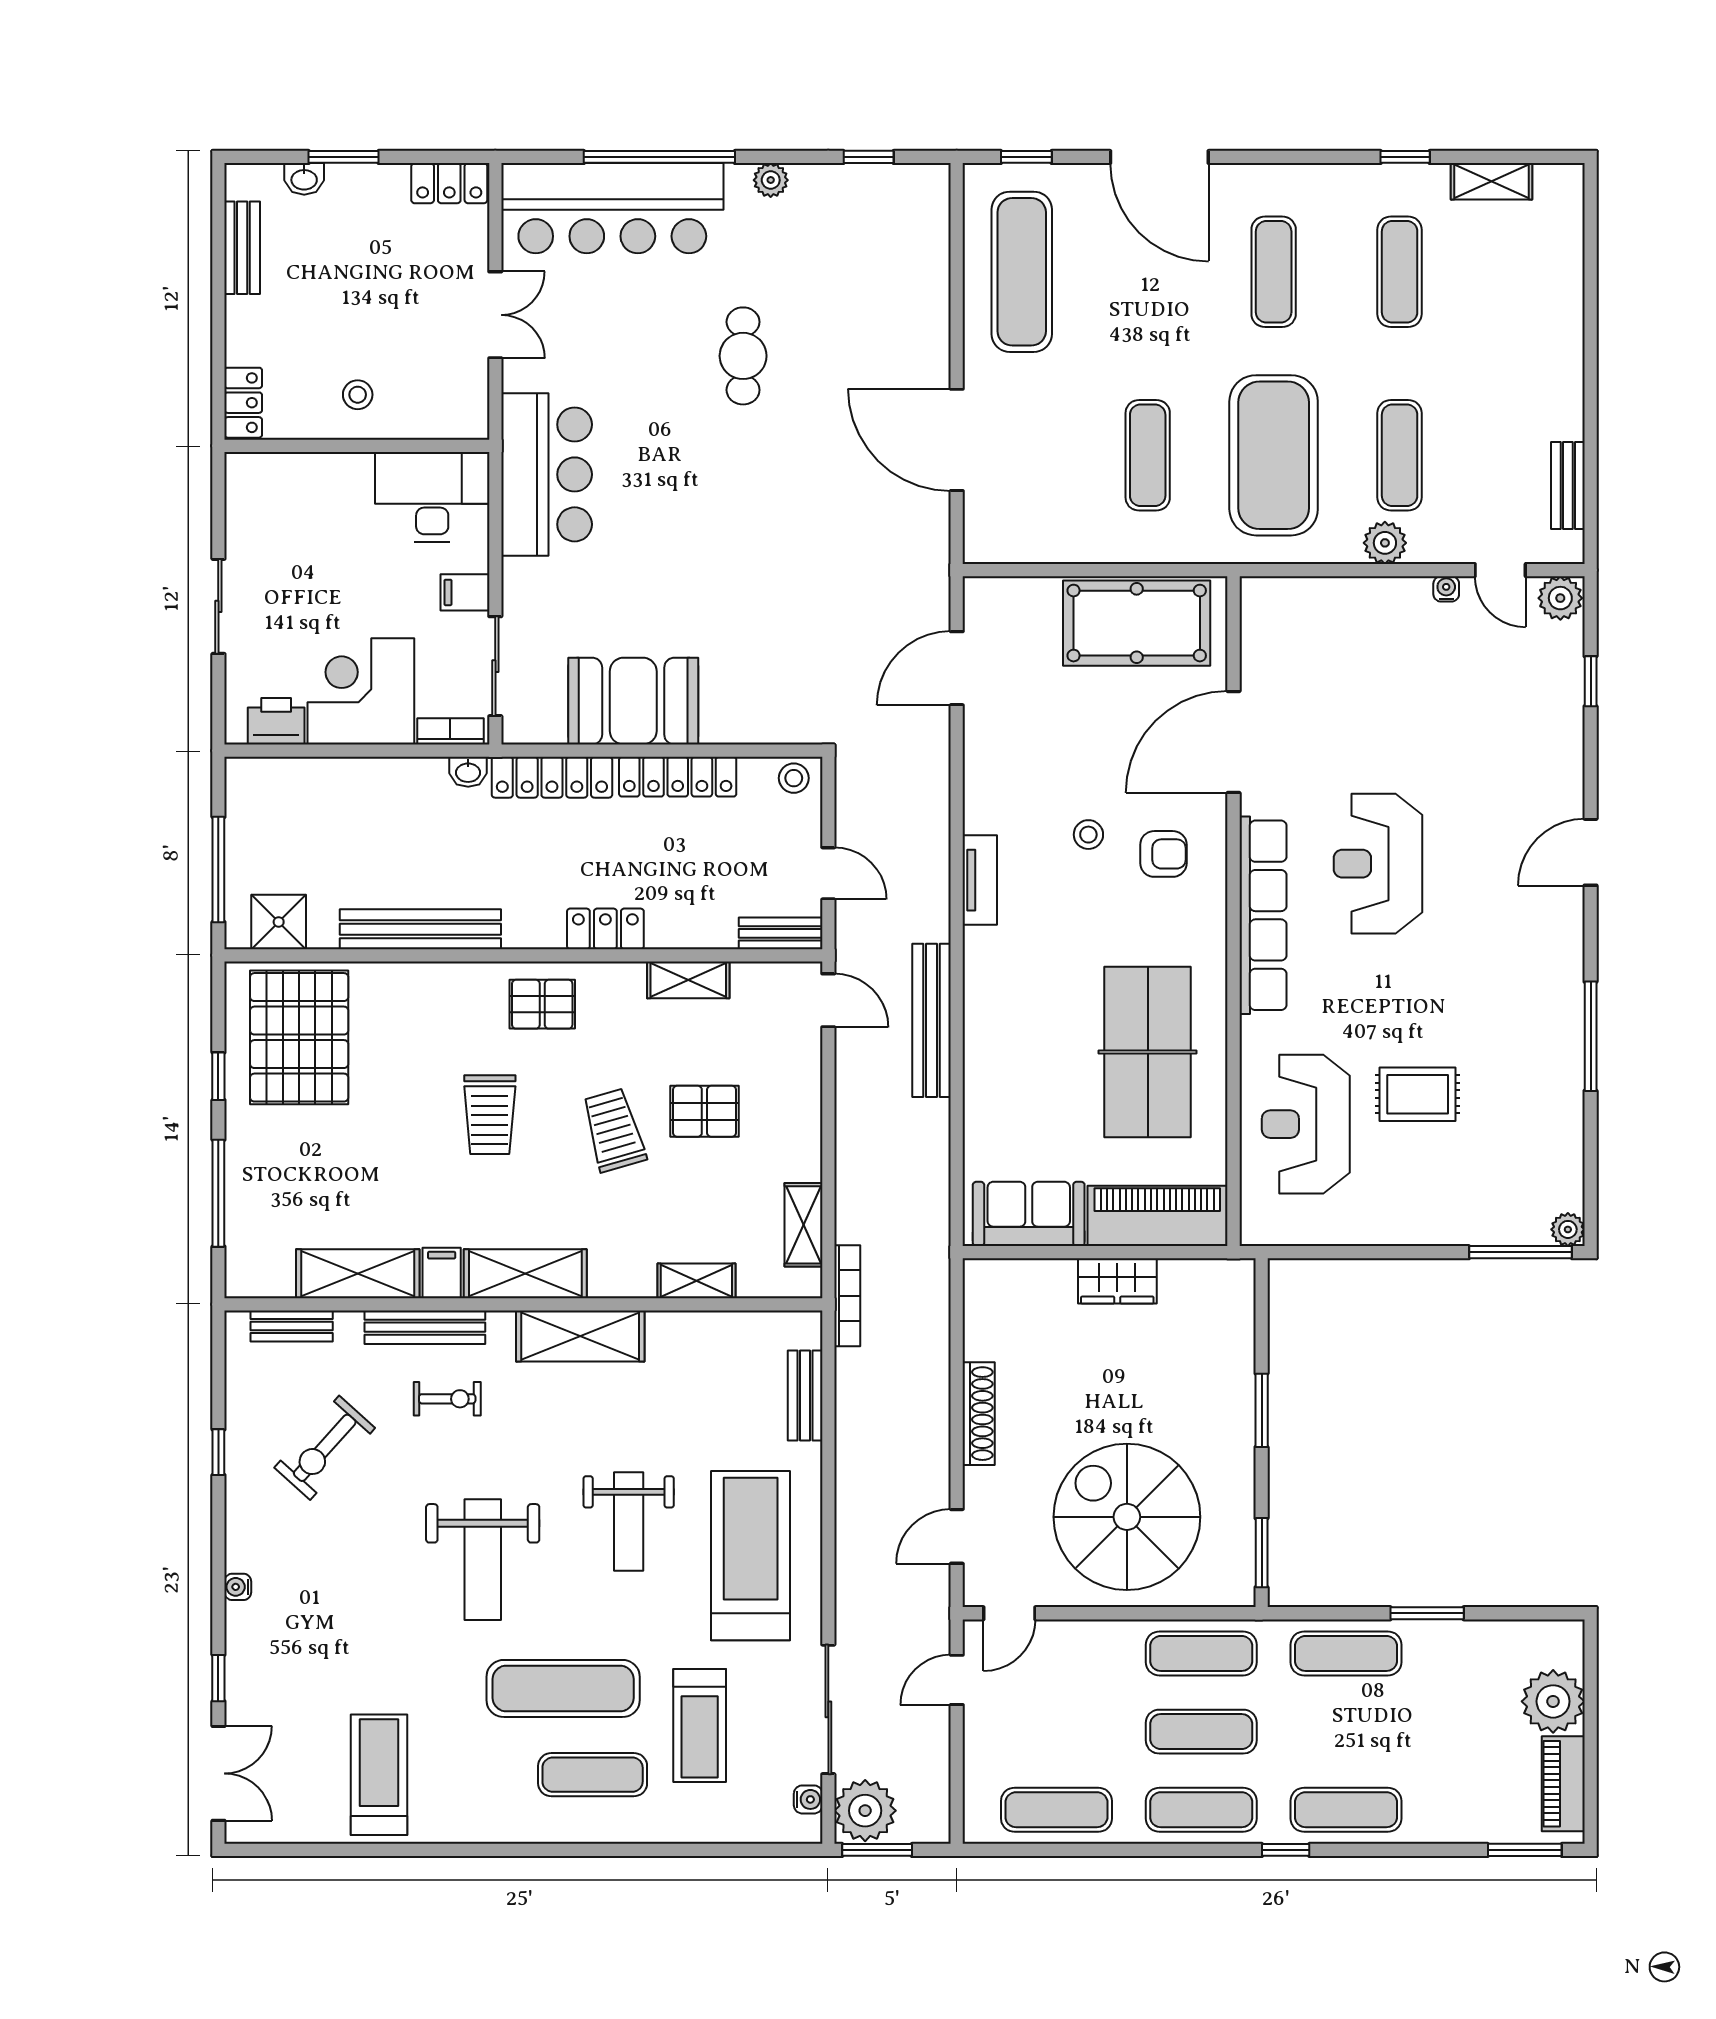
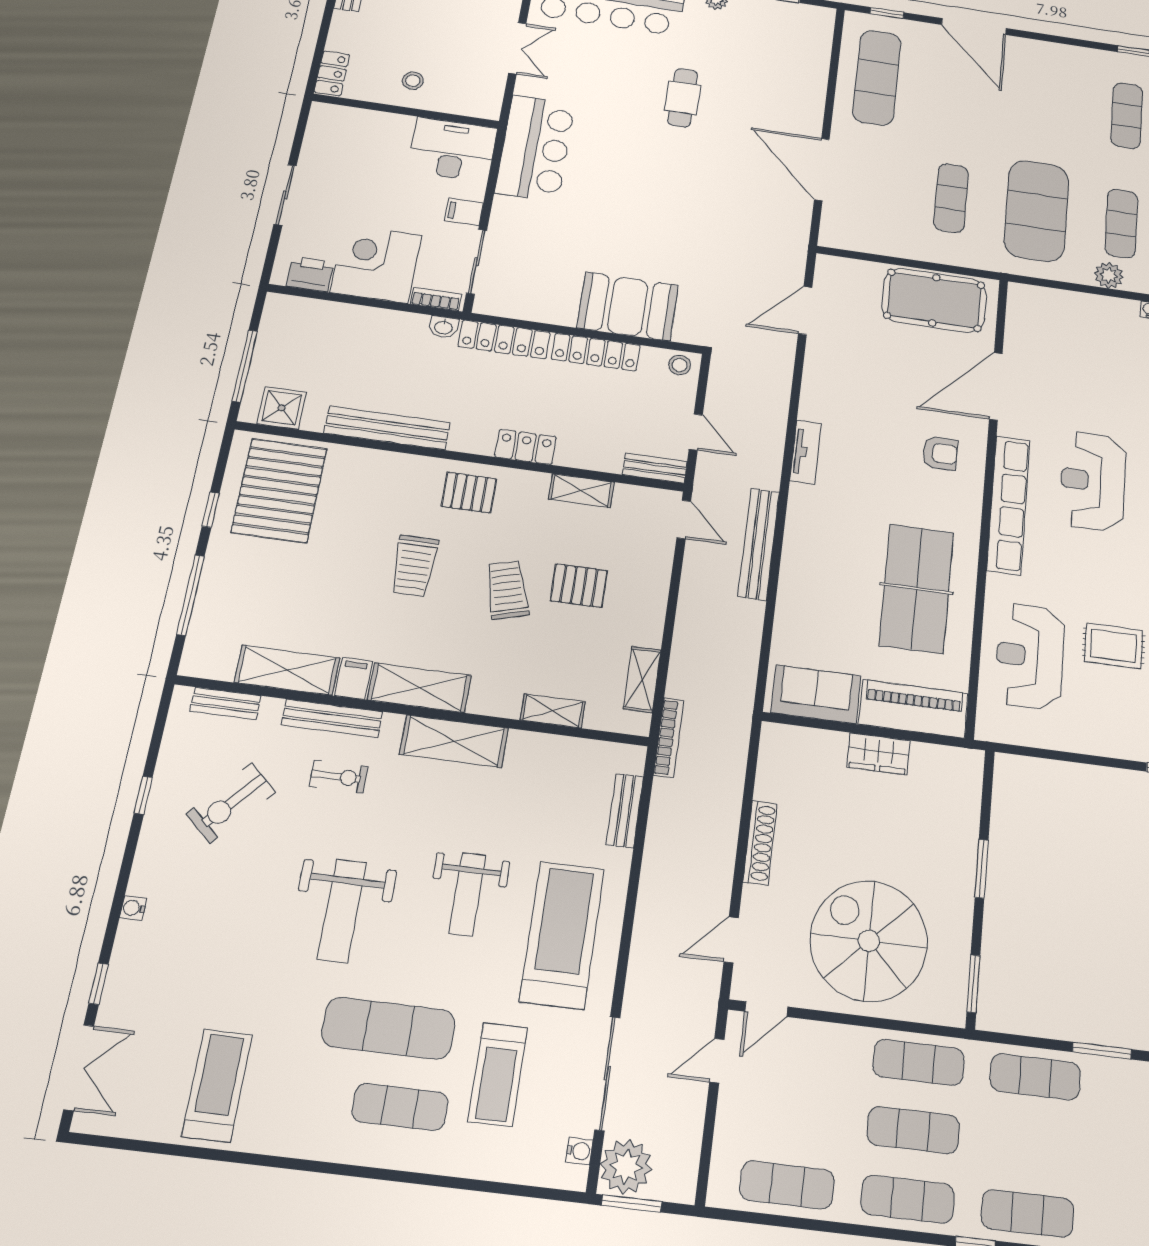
exercise mat: (1274, 272) -> (1044, 103), removed
booth: (633, 701) -> (628, 306), moved
stool: (1088, 835) -> (887, 433), removed

